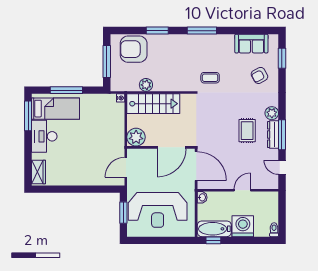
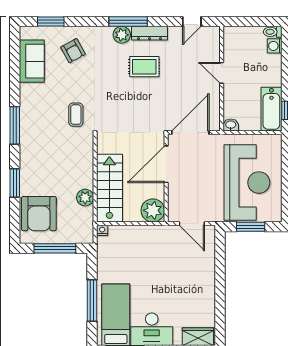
window: (282, 135) -> (128, 22), moved
door: (172, 147) -> (166, 164), swing flipped
washing machine: (243, 226) -> (275, 46), moved, width x0.53, depth x0.53

